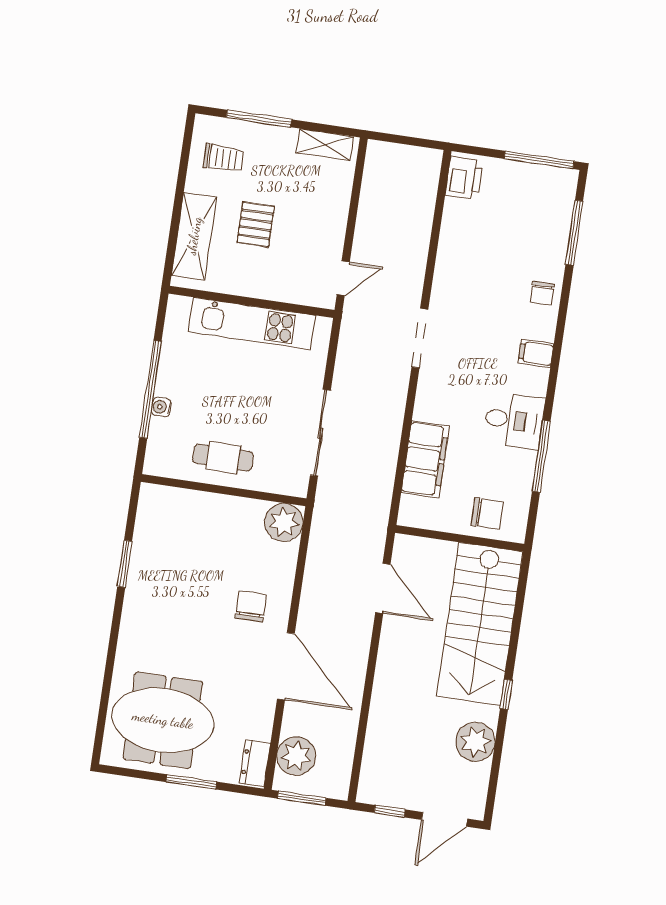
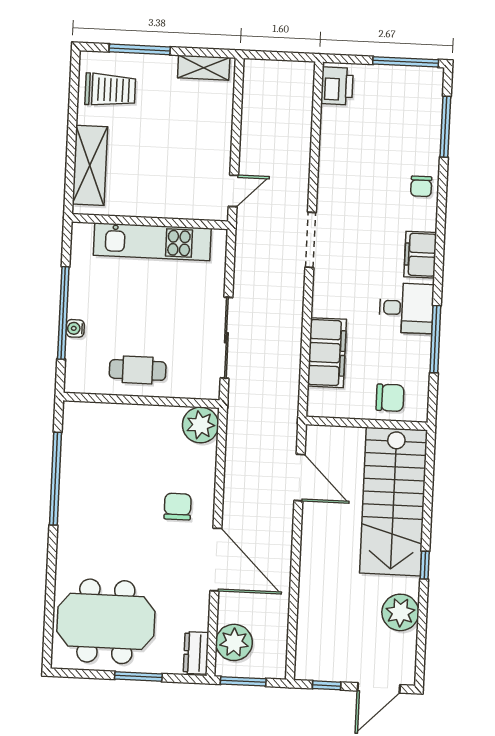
trolley: (224, 158) -> (110, 90), width x1.36, depth x1.39
pallet: (256, 224) -> (146, 149), removed
filing cabinet: (536, 353) -> (420, 255), width x2.00
window: (125, 564) -> (56, 479), width x2.11

